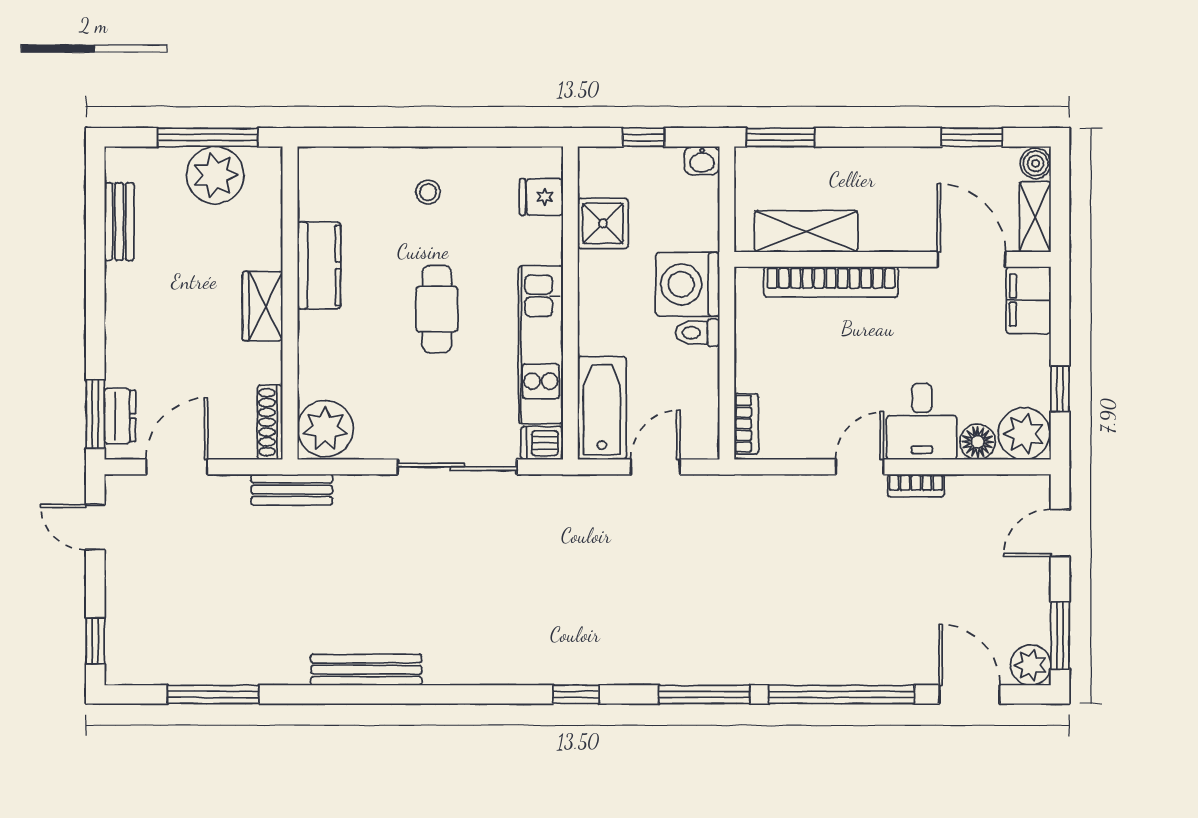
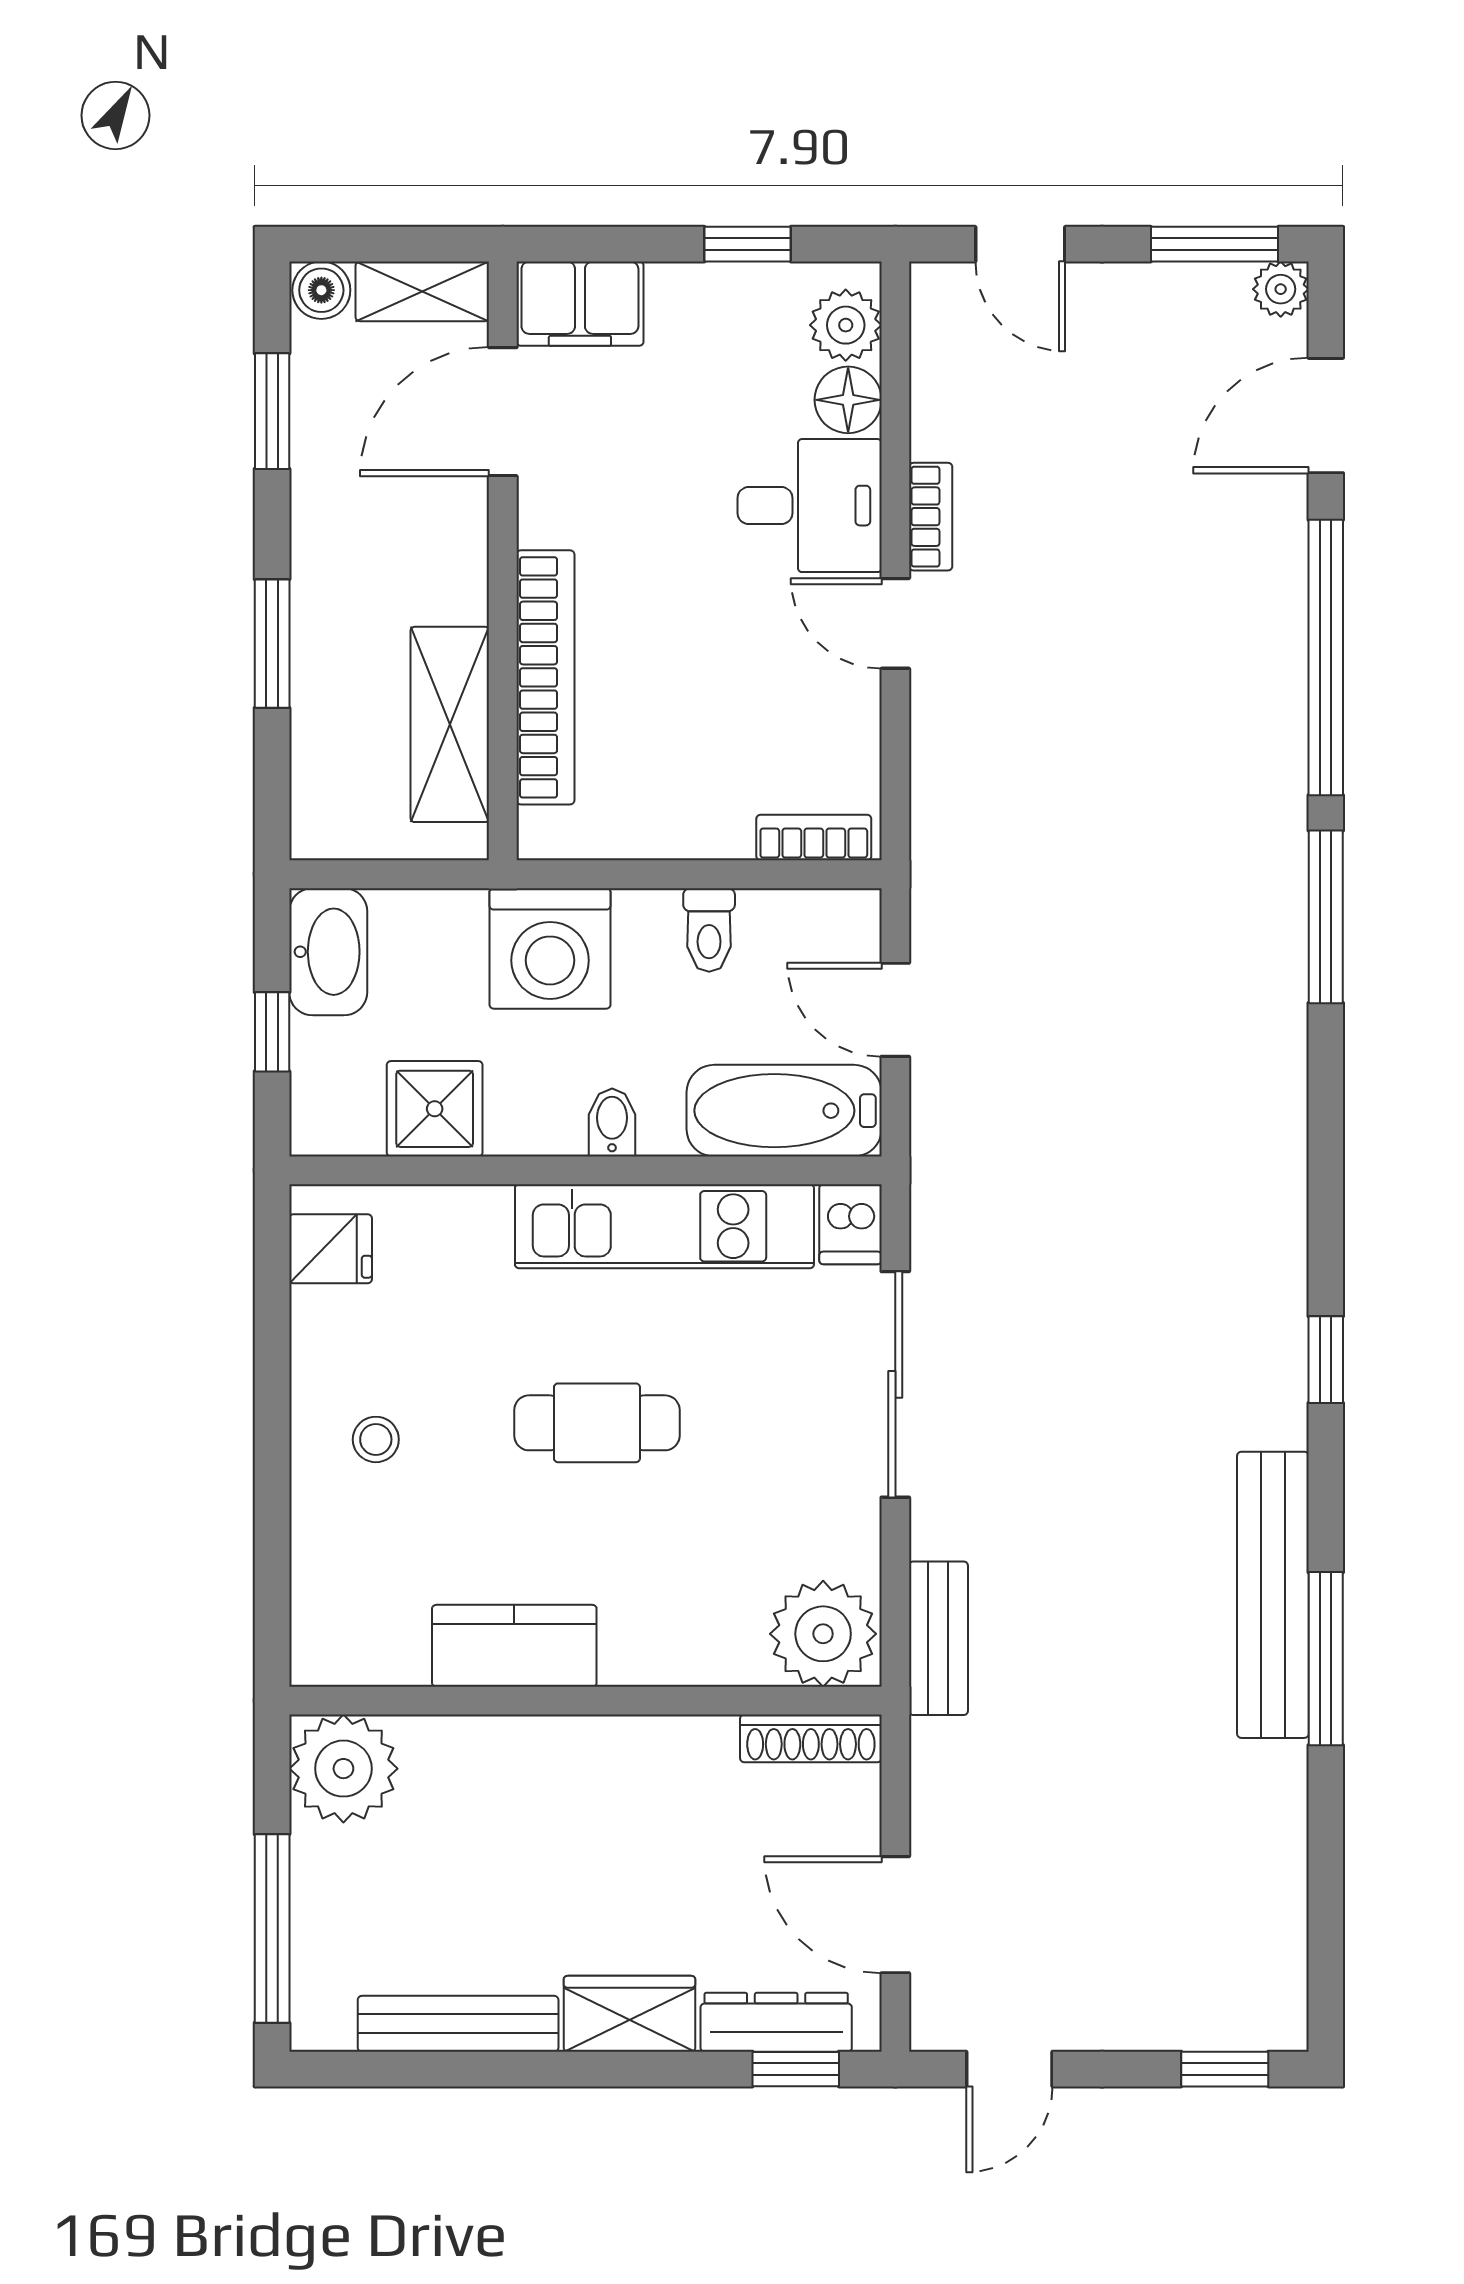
window: (208, 137) -> (272, 1928), moved
window: (781, 137) -> (272, 644), moved
washbasin: (702, 161) -> (328, 952), width x1.91, depth x1.45
plant: (215, 175) -> (343, 1769), moved
fridge: (541, 197) -> (331, 1249), moved, turned -90
bench: (119, 222) -> (458, 2024), width x1.36
wardrobe: (263, 306) -> (629, 2014), moved, turned 180
bidet: (596, 317) -> (612, 1123), added
toilet: (697, 333) -> (709, 930), moved
window: (95, 414) -> (796, 2069), width x0.67
dresser: (120, 416) -> (776, 2022), width x1.44
plant: (1024, 434) -> (846, 325), width x0.73, depth x0.73
bench: (292, 490) -> (938, 1638), moved
plant: (1031, 665) -> (1281, 289), width x0.73, depth x0.73
bench: (366, 670) -> (1273, 1595), width x1.37, depth x1.21
window: (213, 694) -> (1326, 1659), moved
window: (576, 694) -> (1326, 1360), moved

